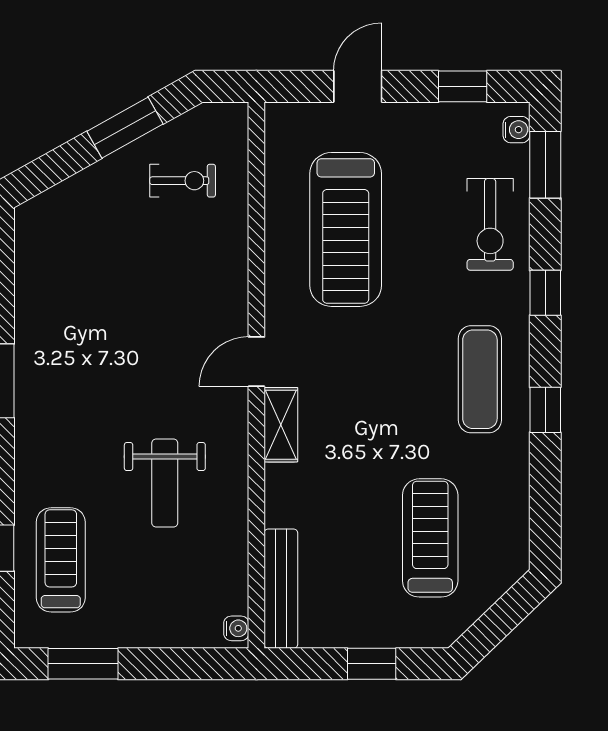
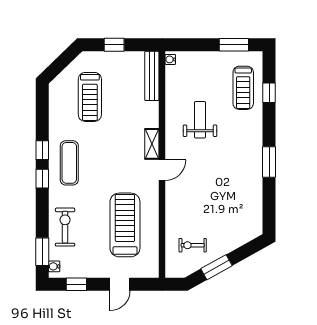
window: (545, 293) -> (42, 179), moved

